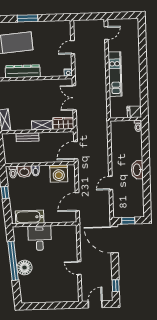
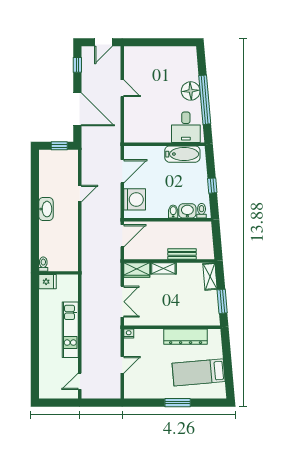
washing machine: (59, 173) -> (135, 199), moved, turned 90
desk: (40, 238) -> (186, 127), moved
door: (114, 240) -> (77, 109), moved

